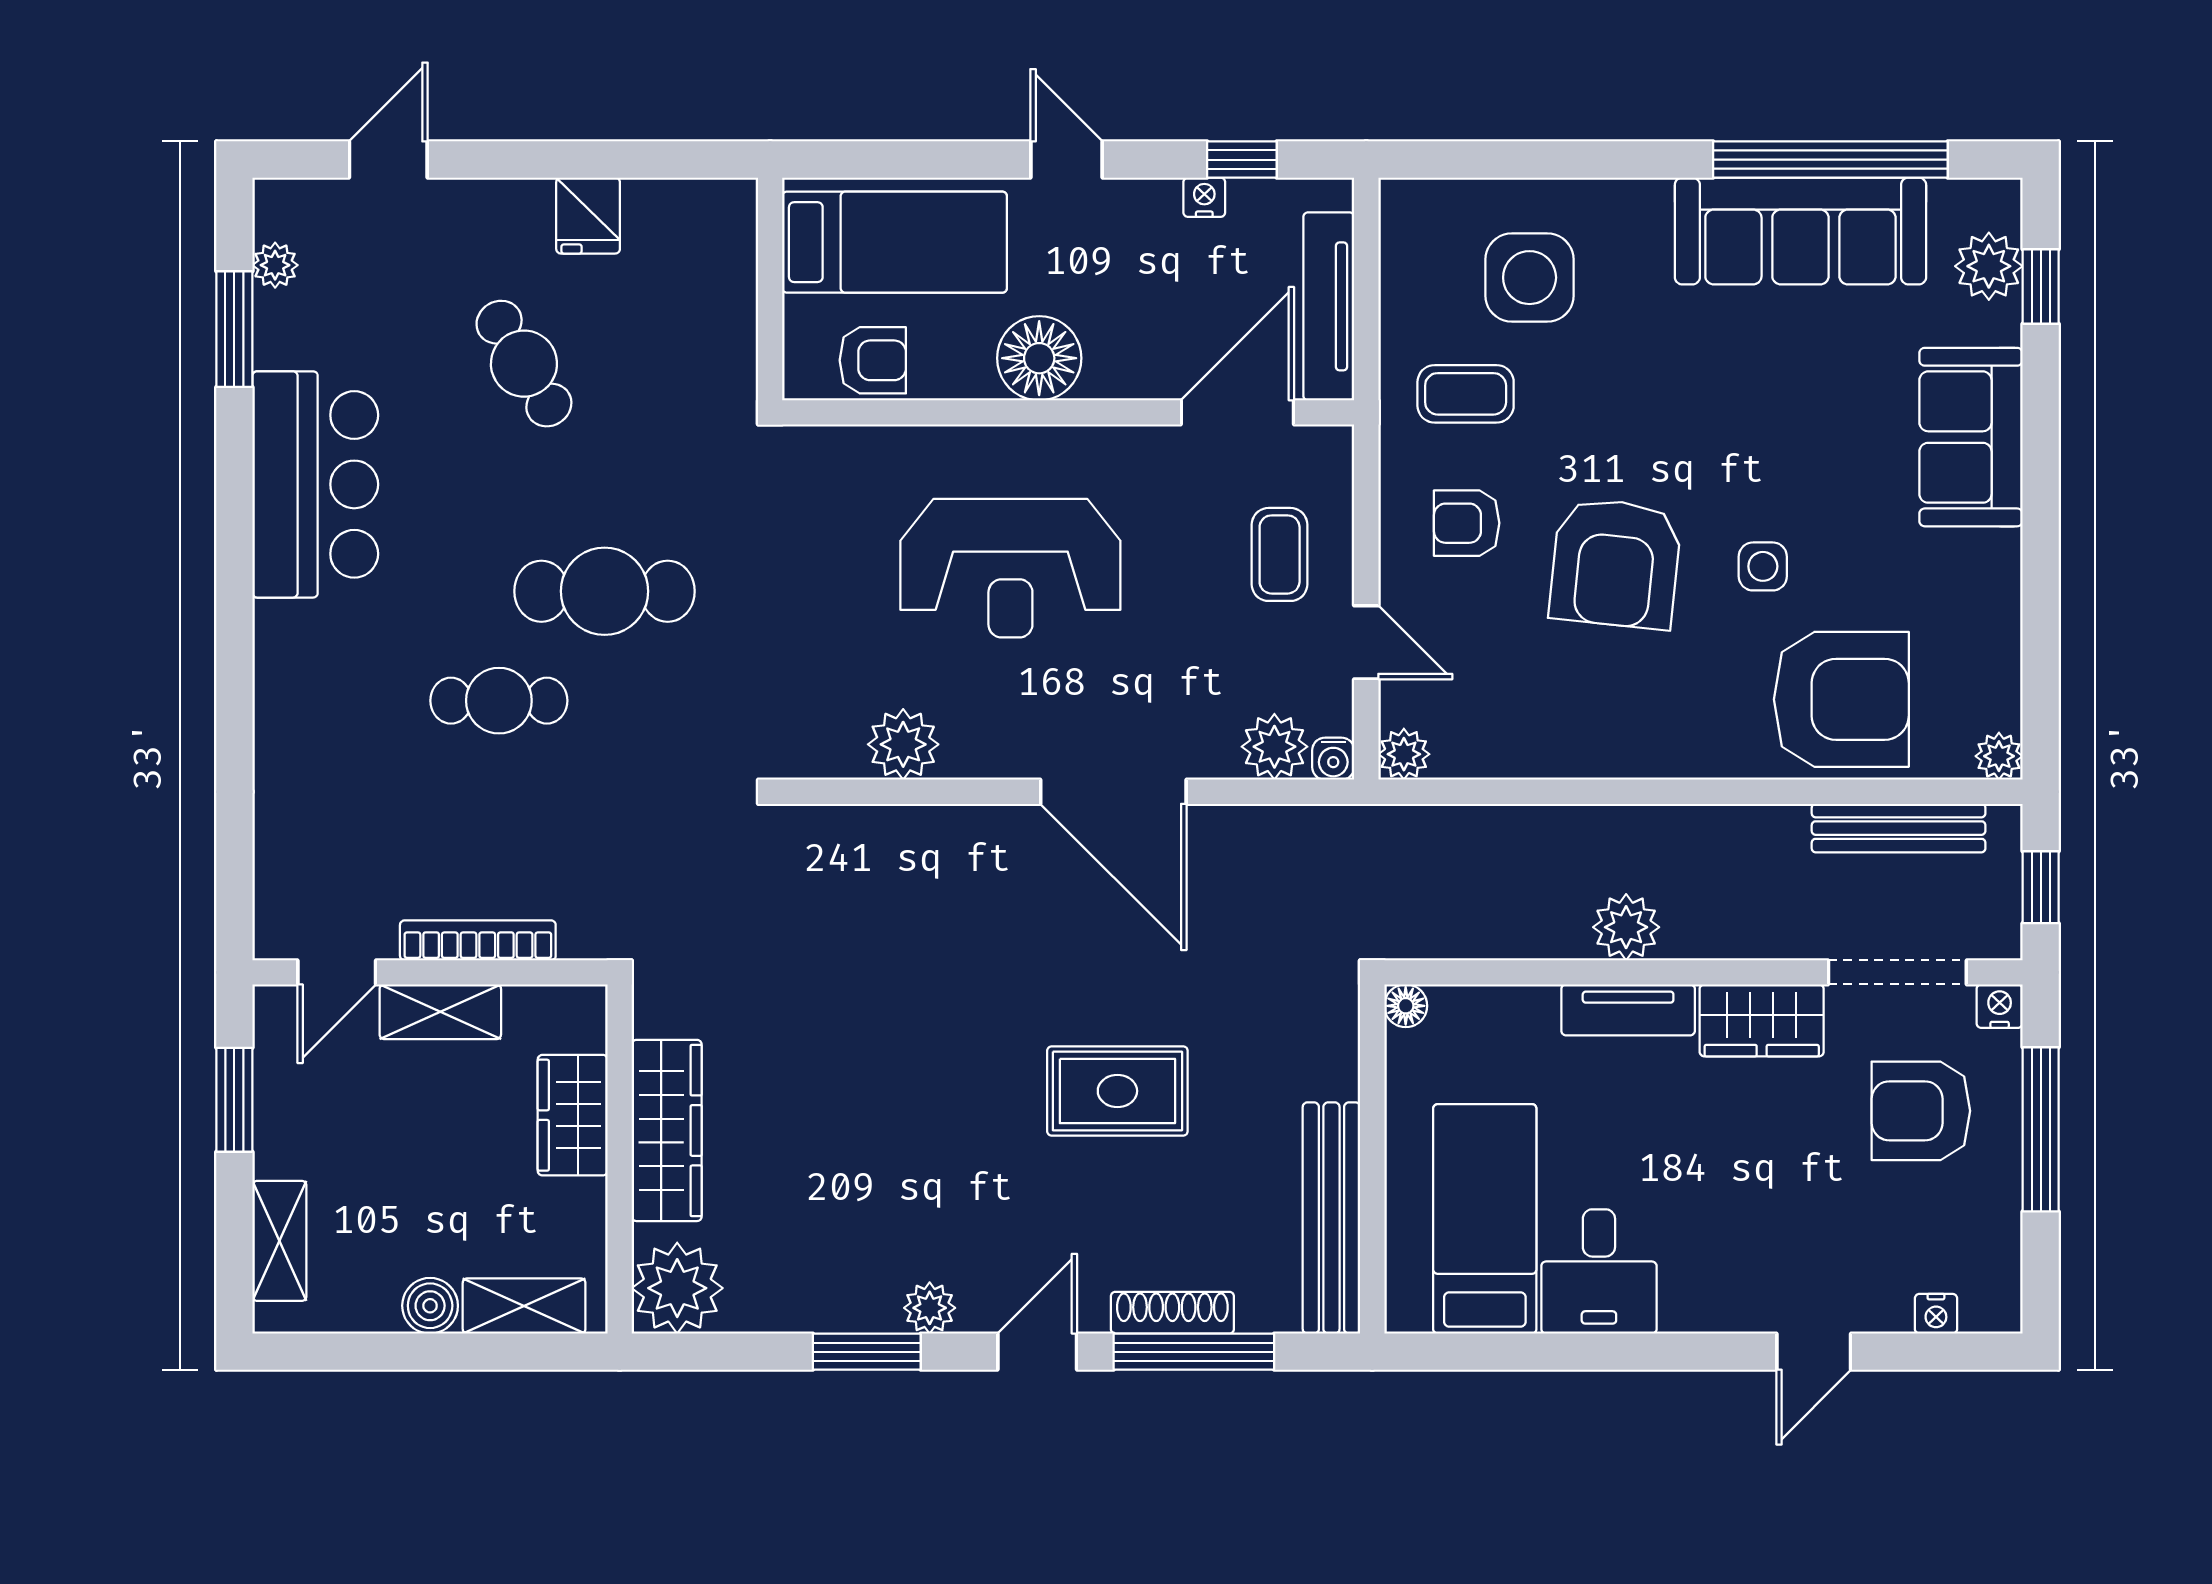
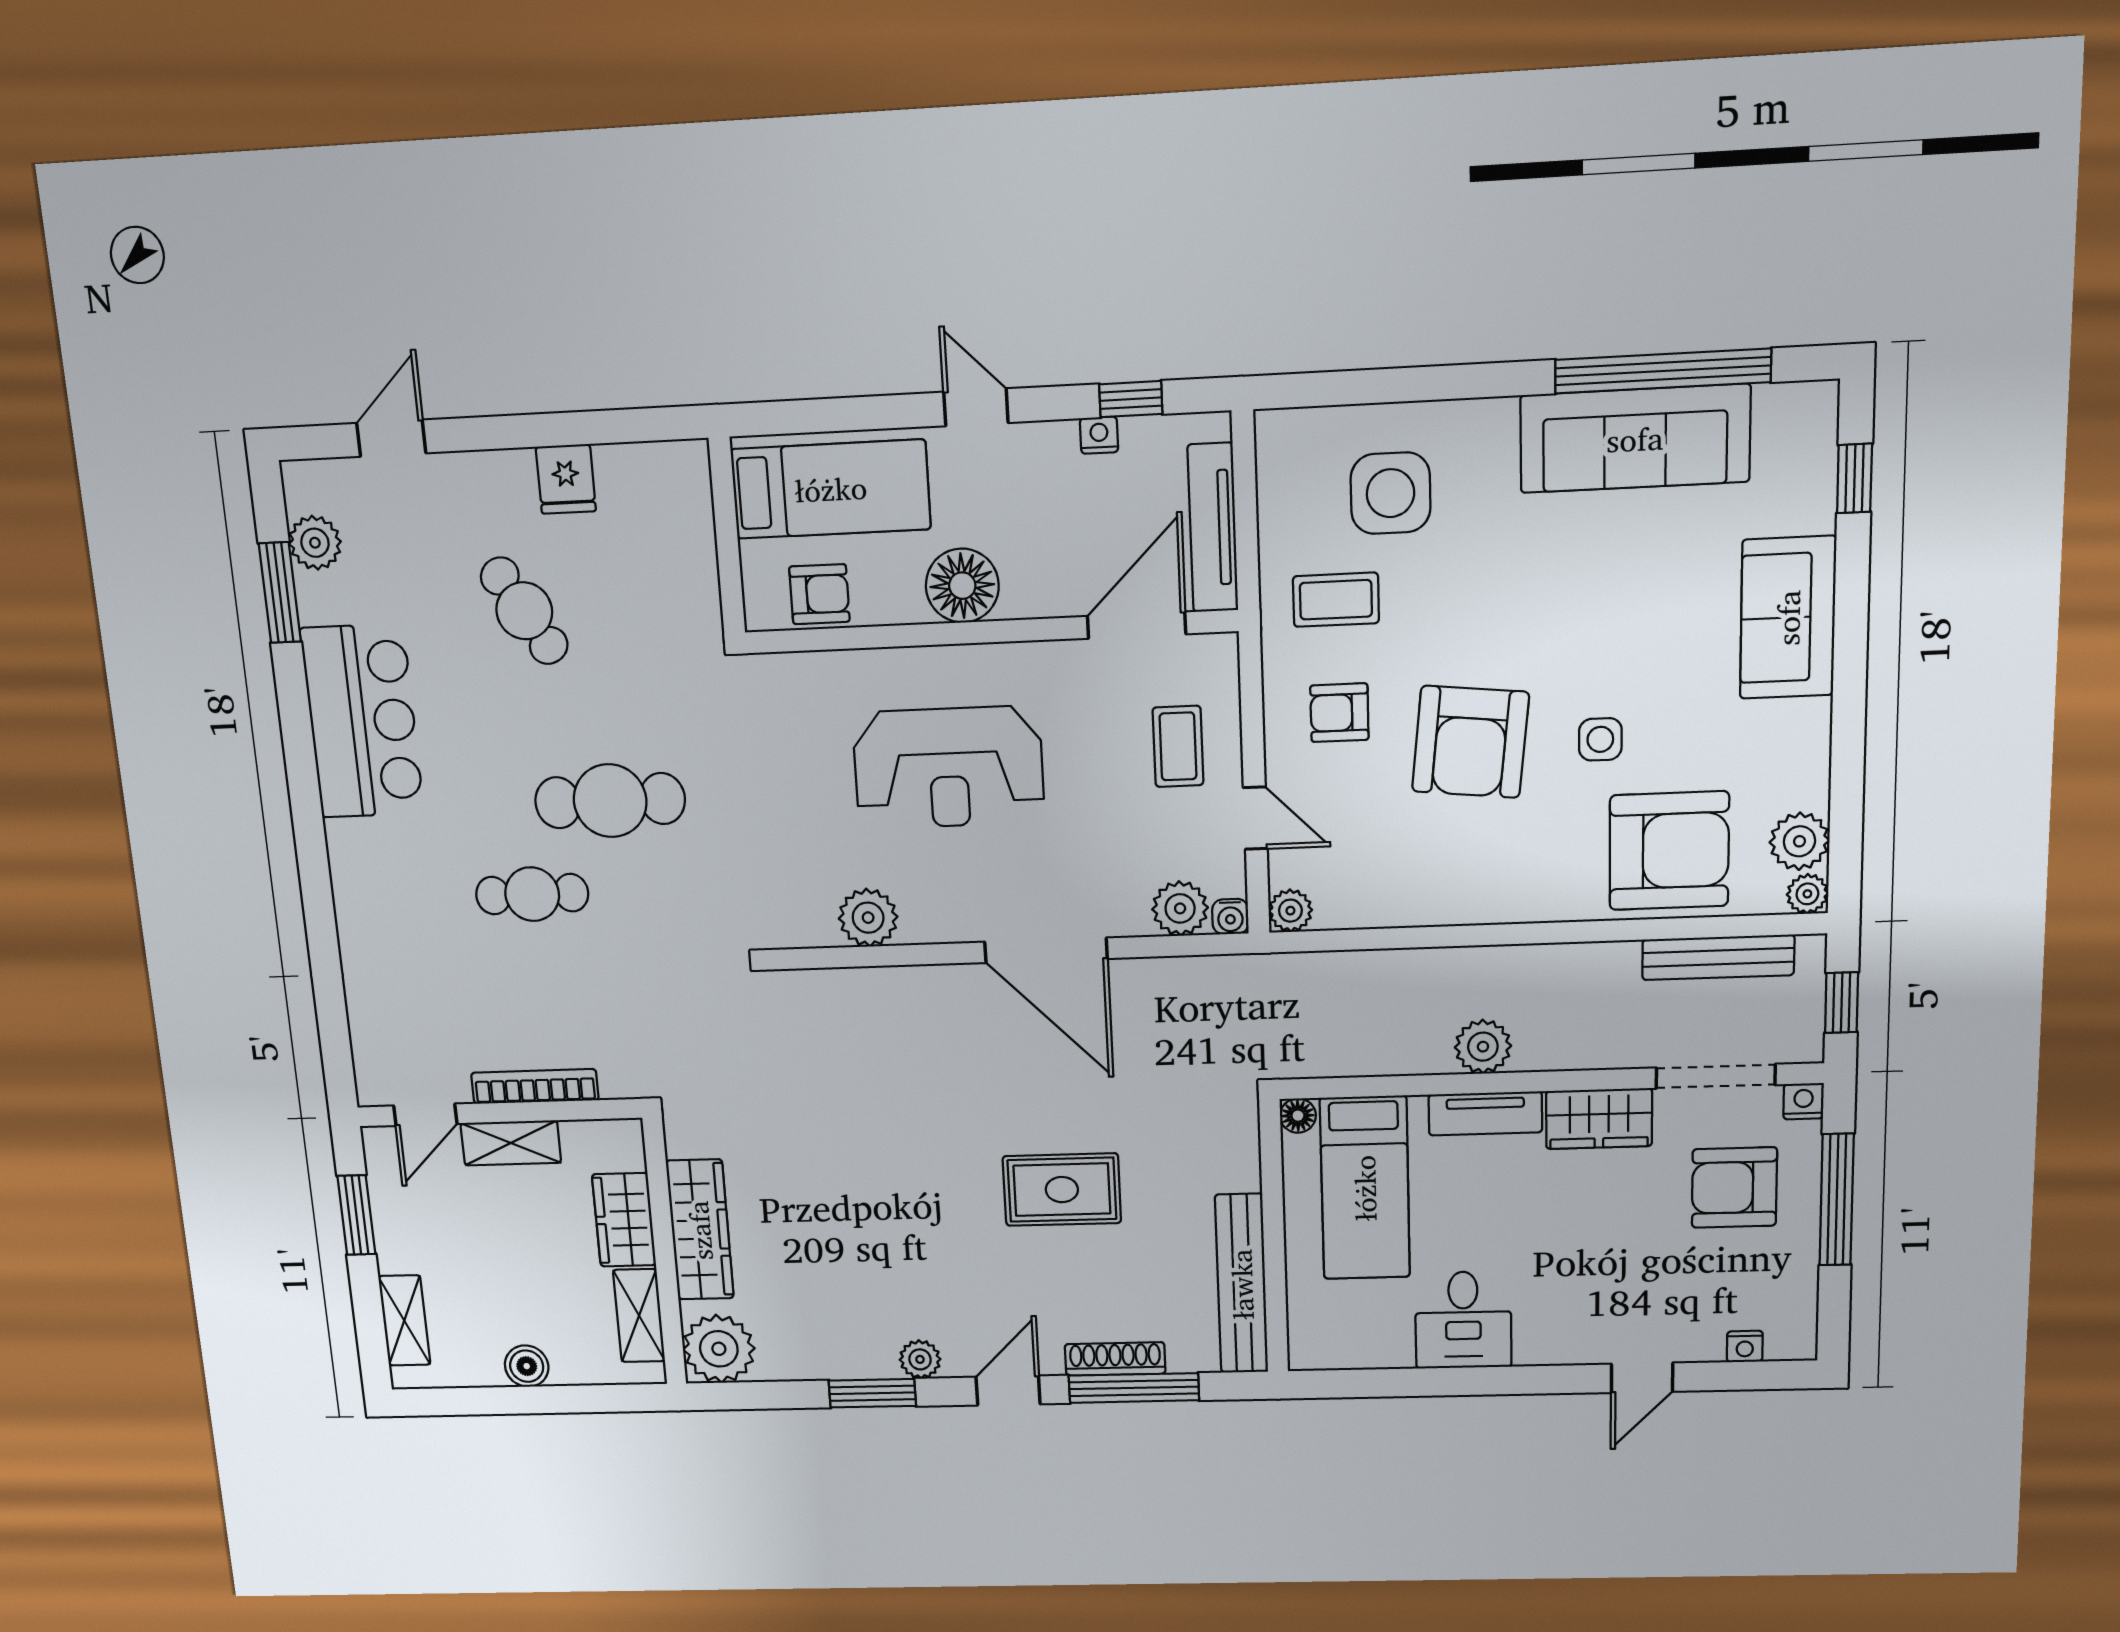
plant: (275, 265) -> (315, 543), width x1.38, depth x1.38
plant: (1989, 266) -> (1799, 841), moved
bed: (1485, 1219) -> (1365, 1188), moved, turned 180
shelving: (524, 1306) -> (639, 1316), moved, turned 90

